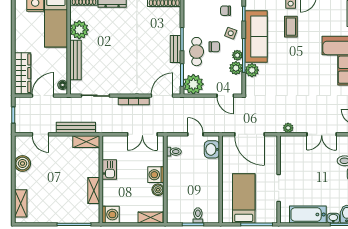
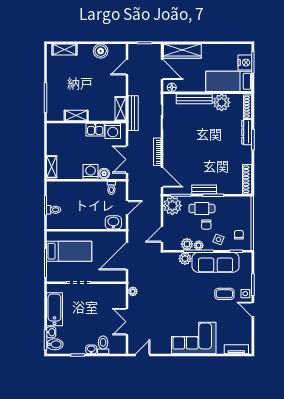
bench: (76, 128) -> (133, 113), moved
boiler: (158, 190) -> (104, 174), moved
washing machine: (111, 215) -> (113, 131), moved

